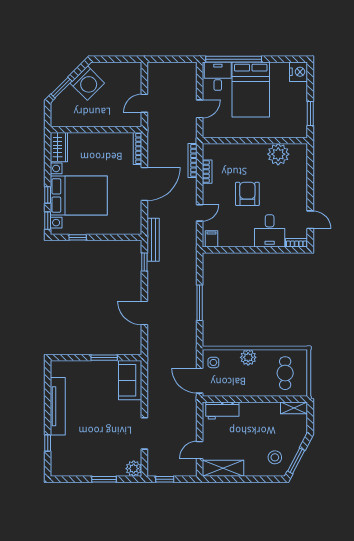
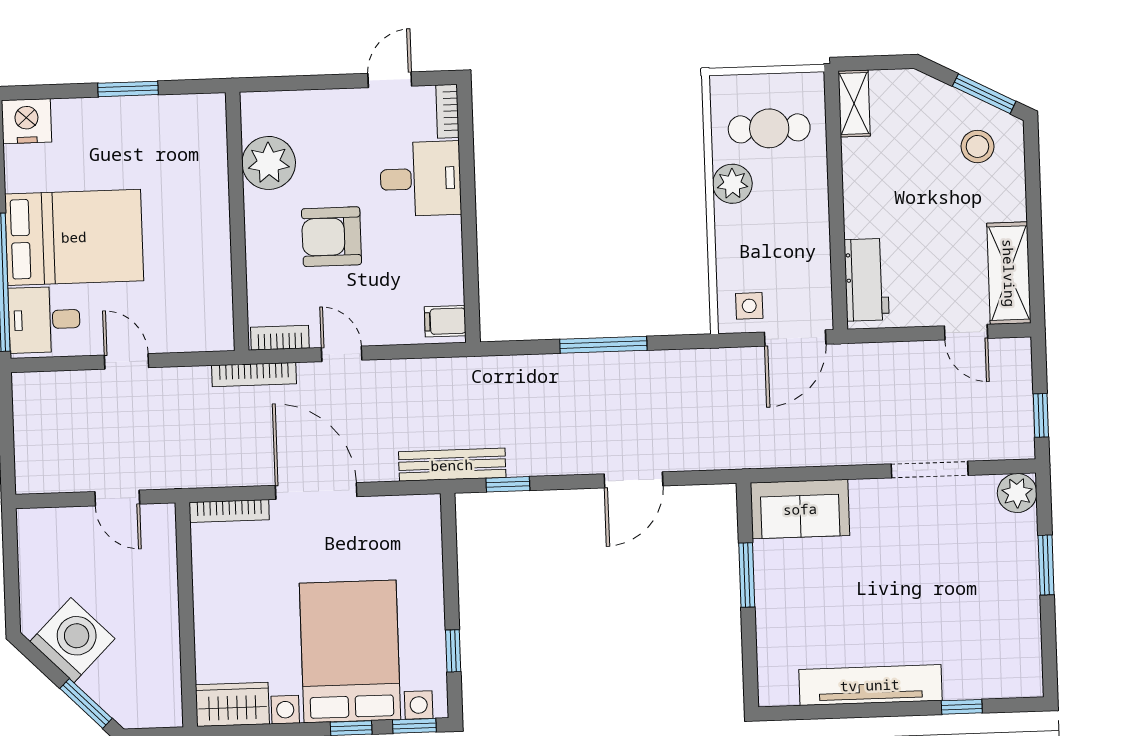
wall: (255, 141) -> (237, 221), moved
plant: (278, 154) -> (269, 163), moved
door: (200, 213) -> (342, 354), moved
plant: (248, 357) -> (732, 184), moved

